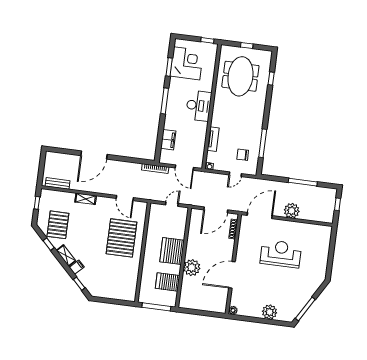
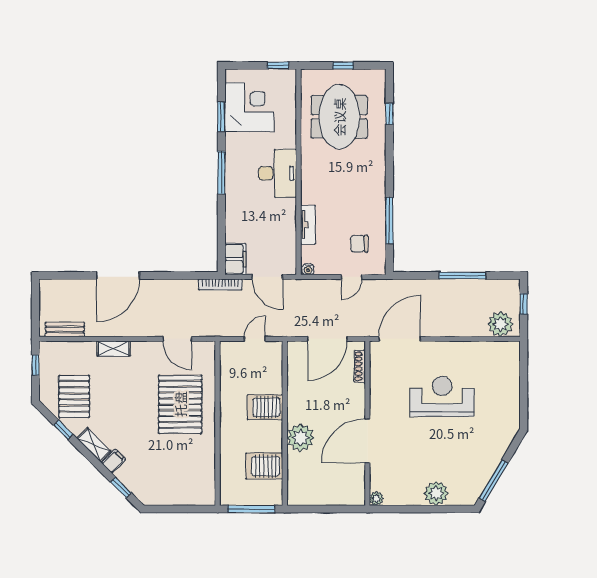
filing cabinet: (168, 140) -> (235, 259), moved
plant: (292, 211) -> (500, 324), moved
server rack: (172, 251) -> (265, 407), width x0.62

